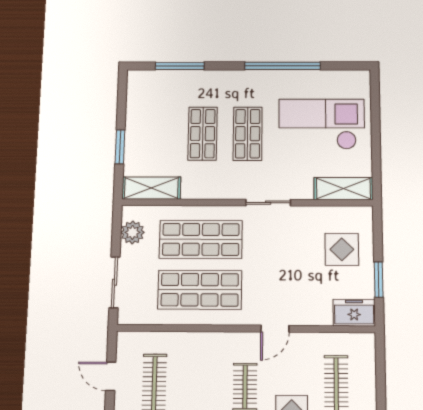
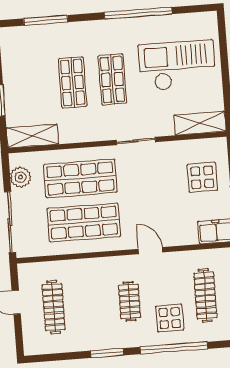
sliding door: (114, 282) -> (10, 222), width x1.37
door: (275, 329) -> (150, 251), swing flipped

